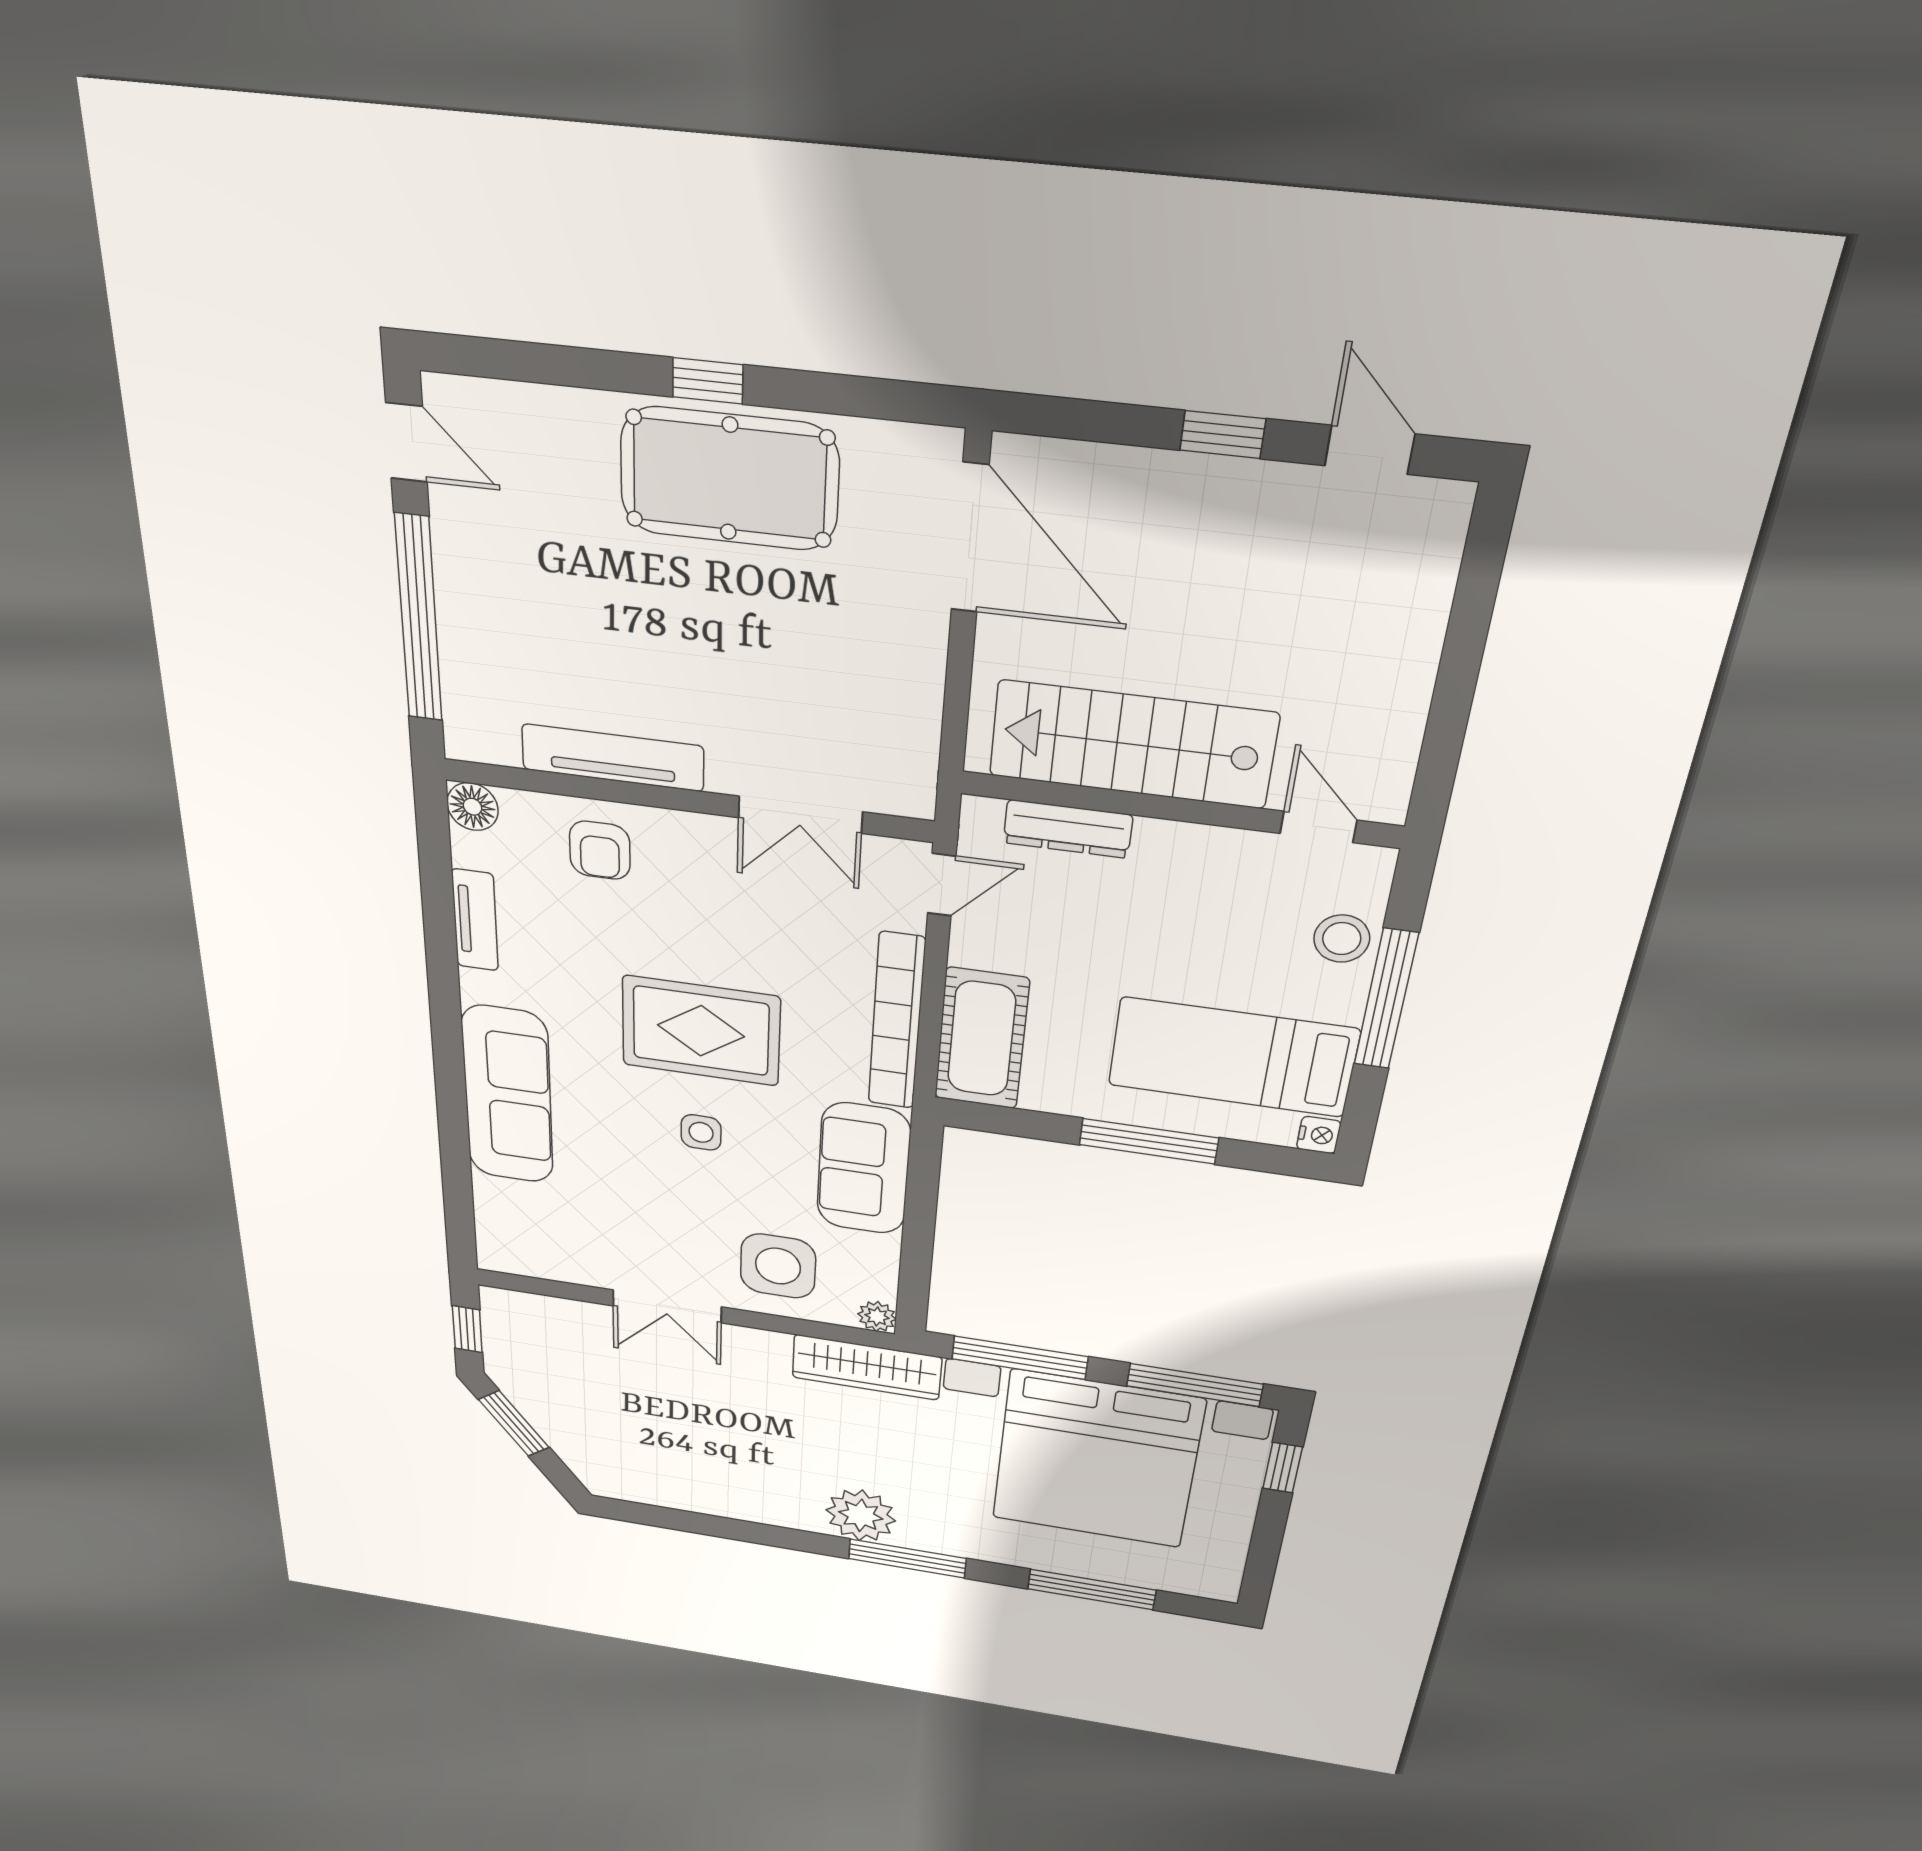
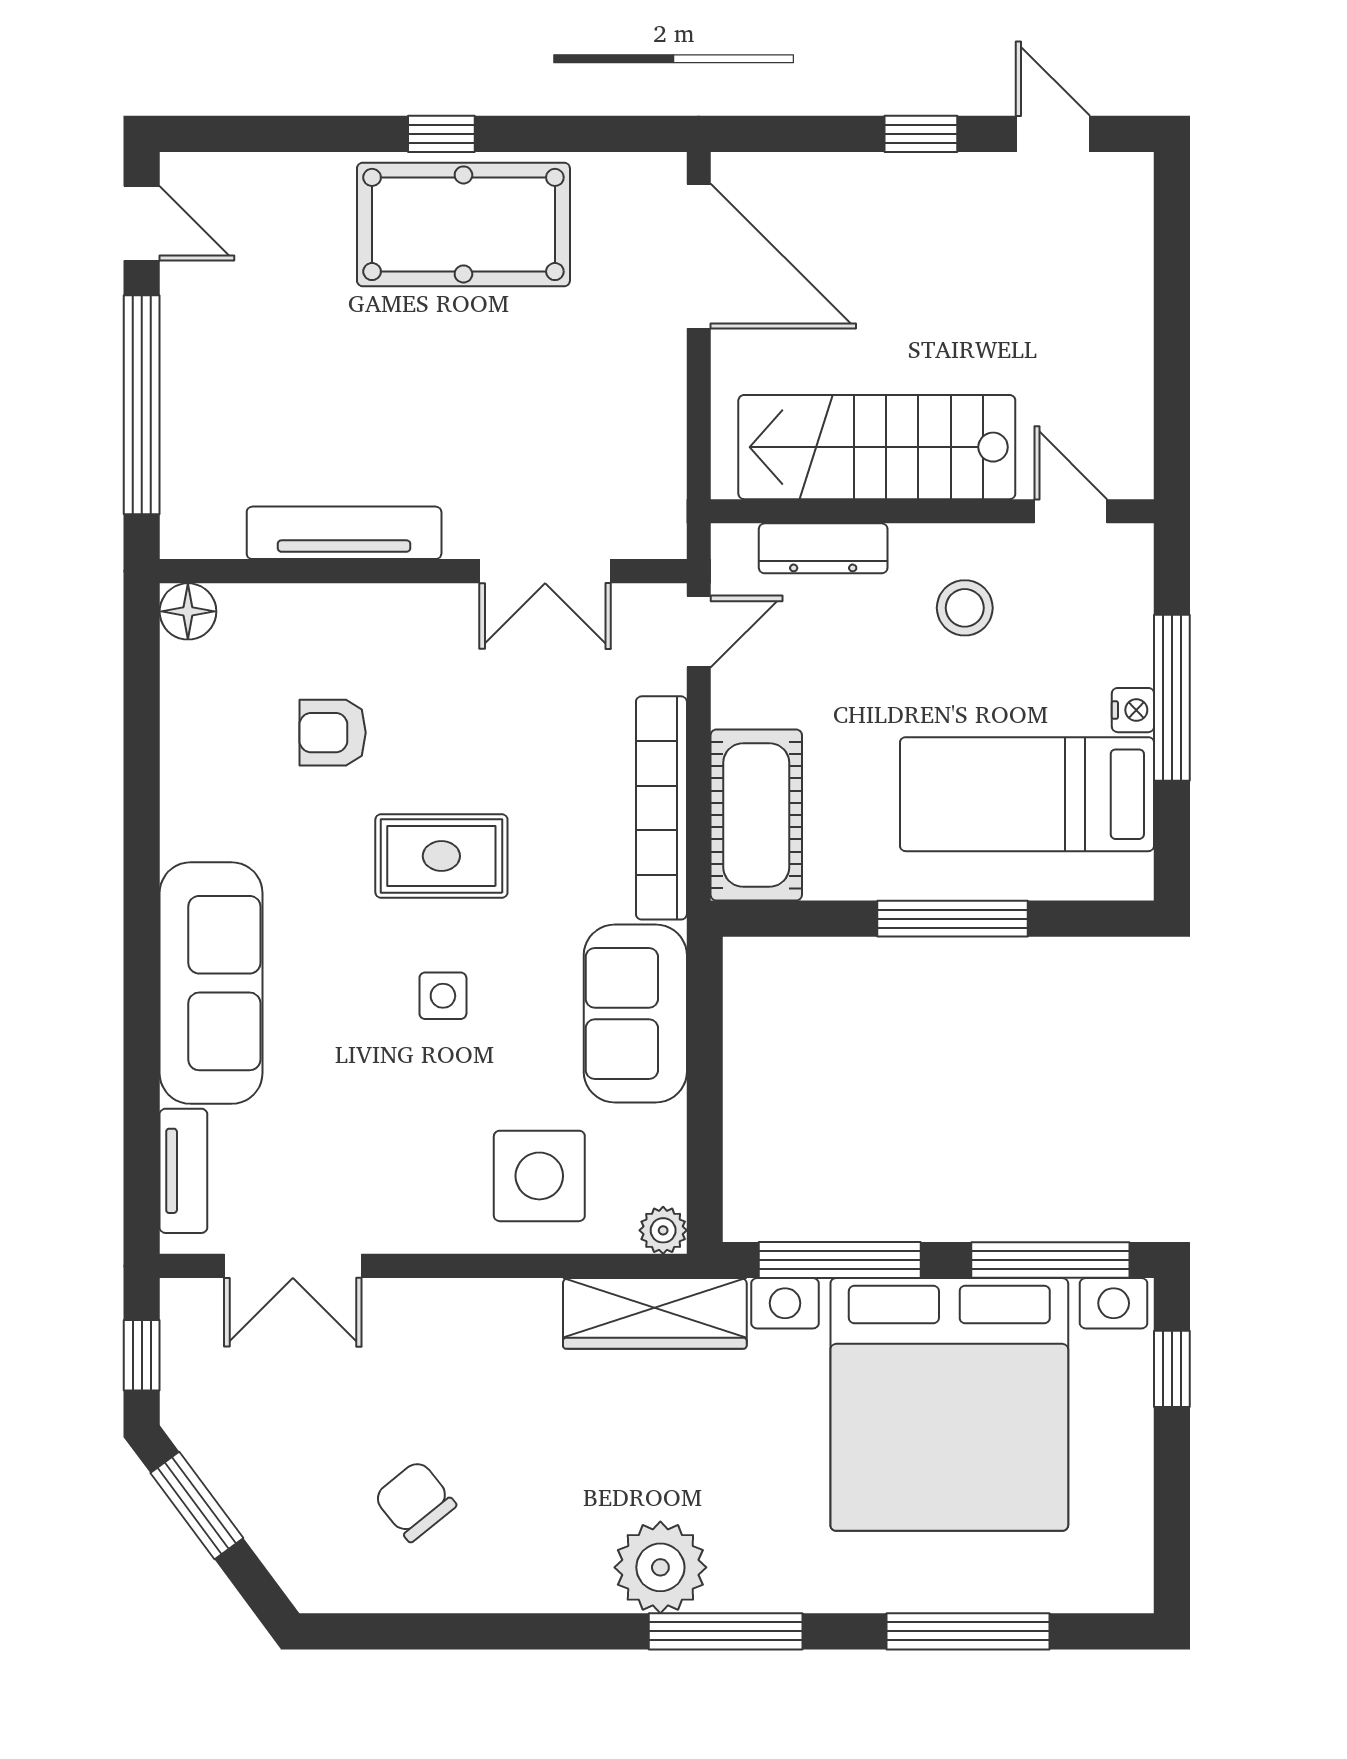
armchair: (600, 850) -> (333, 733), moved, turned 90
tv unit: (475, 920) -> (183, 1171), moved
stool: (1342, 939) -> (965, 608), moved
rug: (701, 1031) -> (441, 856), width x0.73, depth x0.70
nightstand: (1319, 1135) -> (1133, 710), moved
double door: (667, 1306) -> (293, 1266), moved
chair: (676, 1448) -> (415, 1501), added

